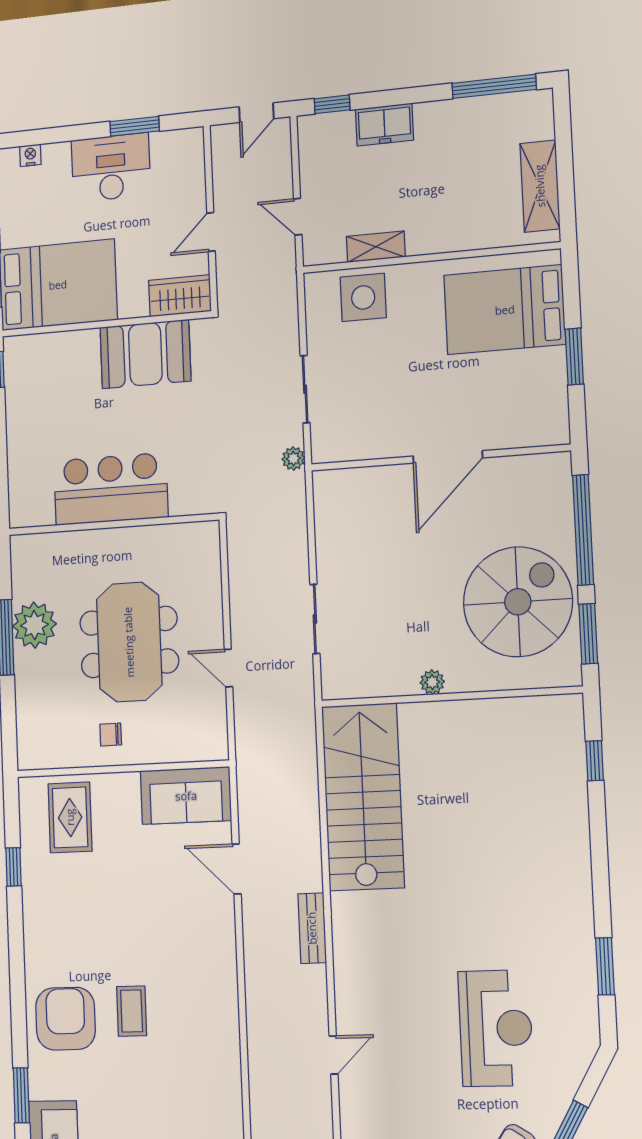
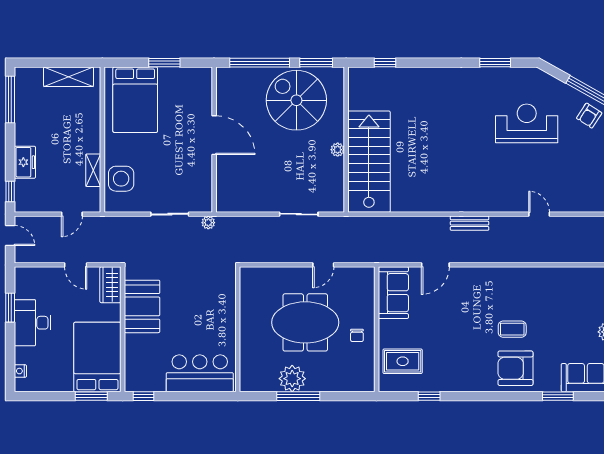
bar counter: (111, 489) -> (200, 373), moved, turned 90
stairs: (363, 797) -> (369, 162), moved, turned 90

